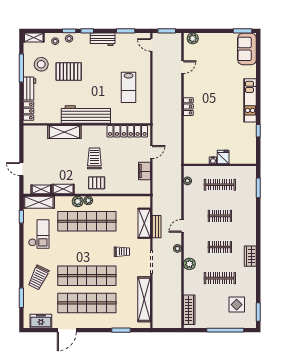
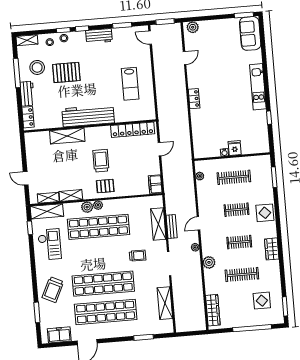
filing cabinet: (144, 171) -> (155, 184), moved
display table: (247, 221) -> (265, 213), added
shelving: (144, 299) -> (165, 303), width x0.68

